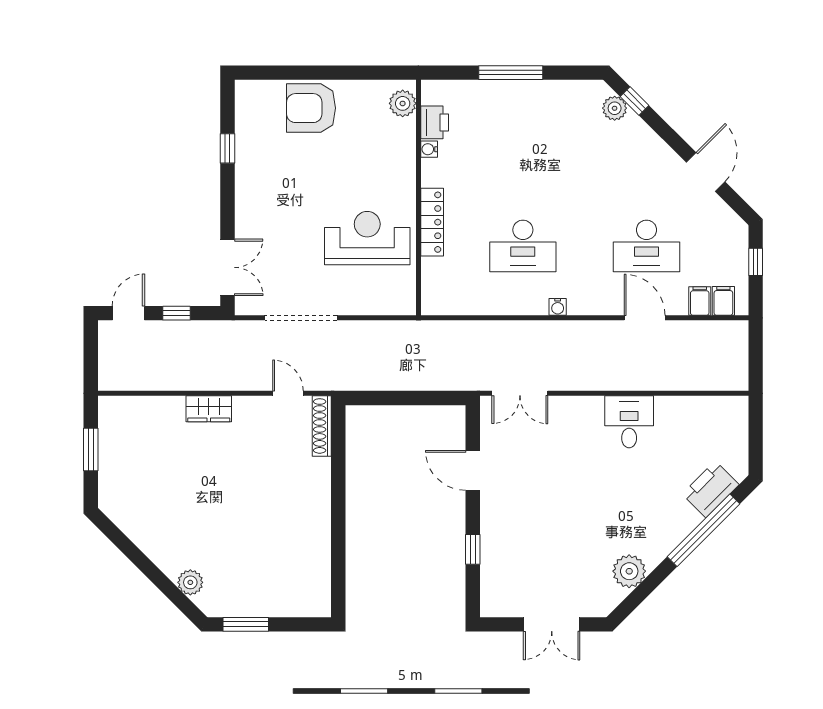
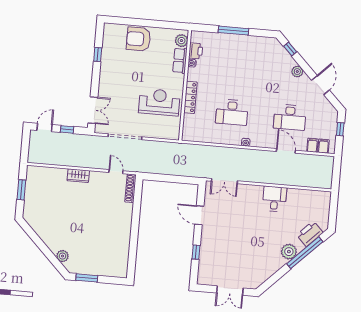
plant: (615, 108) -> (297, 72), moved
row of seats: (403, 146) -> (180, 61), added
plant: (629, 571) -> (289, 252), moved

